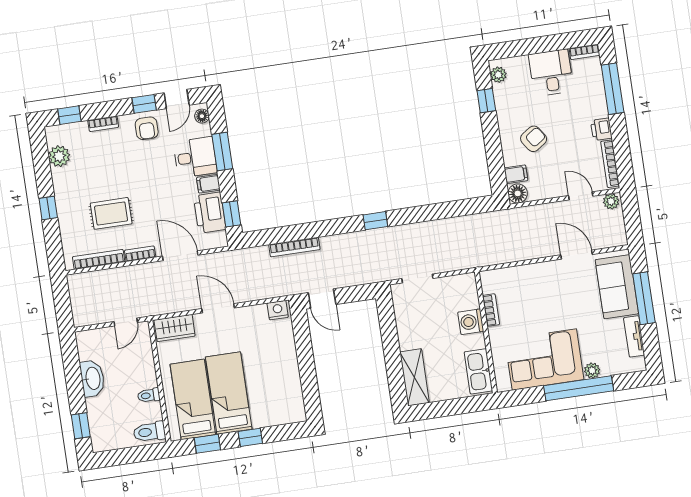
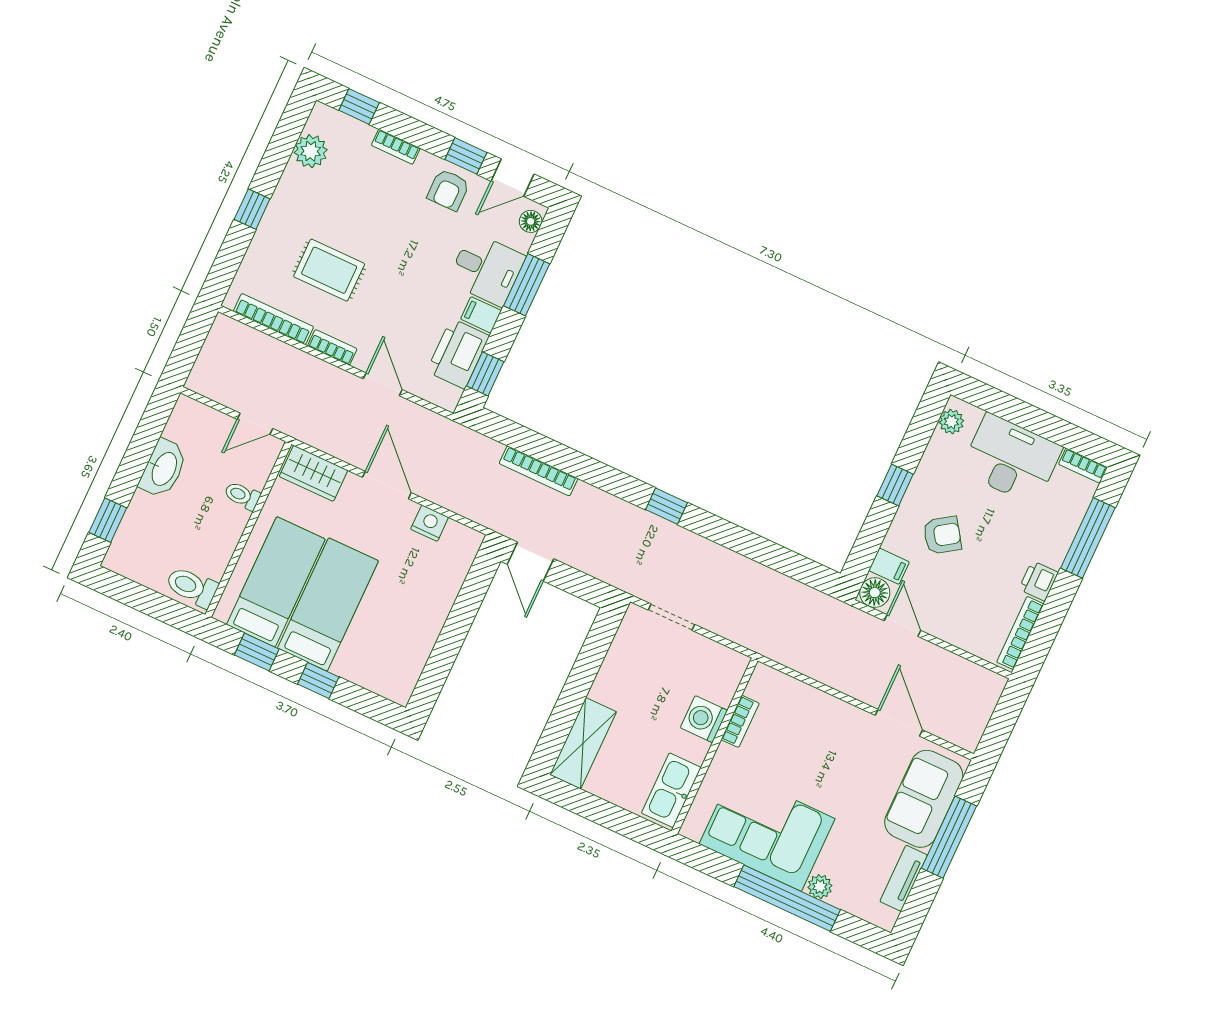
desk: (551, 73) -> (1011, 459), width x1.37
window: (486, 101) -> (895, 485), moved
door: (581, 196) -> (902, 626), moved
plant: (611, 201) -> (990, 683), removed
door: (180, 256) -> (383, 384), width x0.73
nightstand: (278, 310) -> (430, 523), moved
toilet: (149, 395) -> (242, 496), moved

